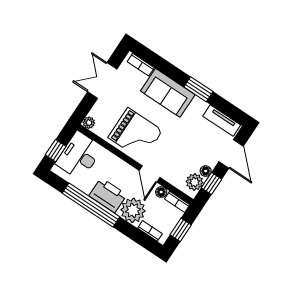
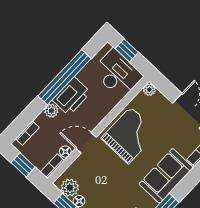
grand piano: (135, 134) -> (130, 135), turned 180
plant: (133, 210) -> (51, 111), width x0.53, depth x0.53

